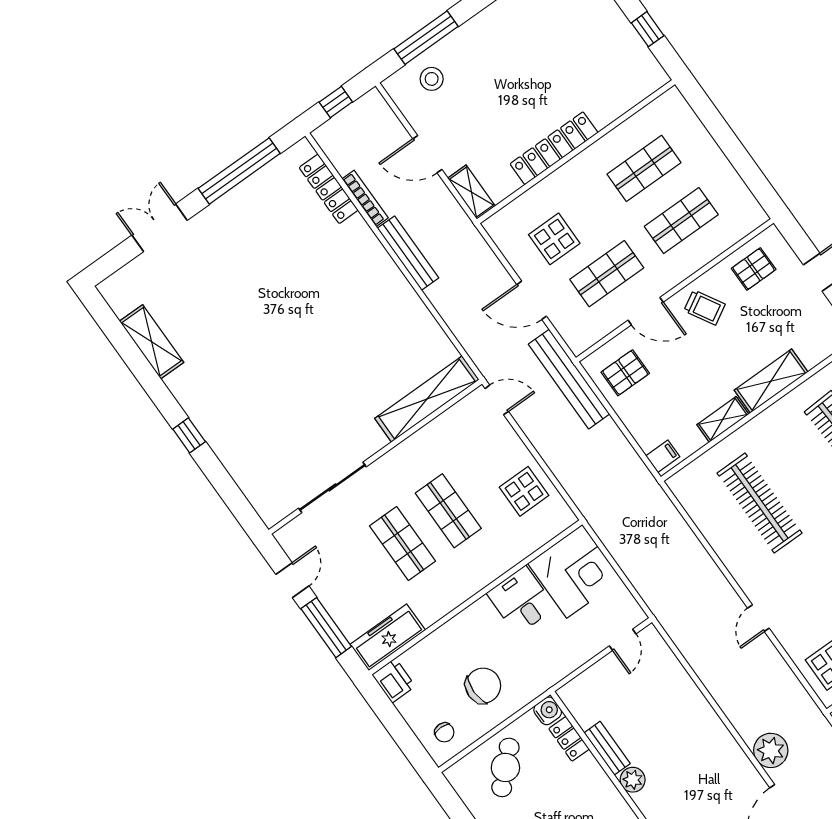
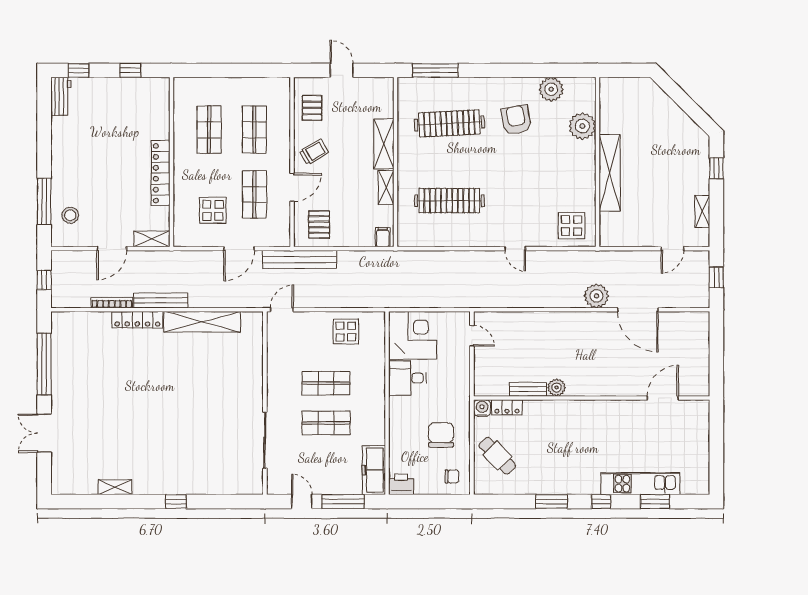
locker: (329, 189) -> (137, 320), moved
shelving: (152, 342) -> (115, 487), width x0.67, depth x0.75
shelving: (427, 399) -> (202, 322), moved, turned 90

